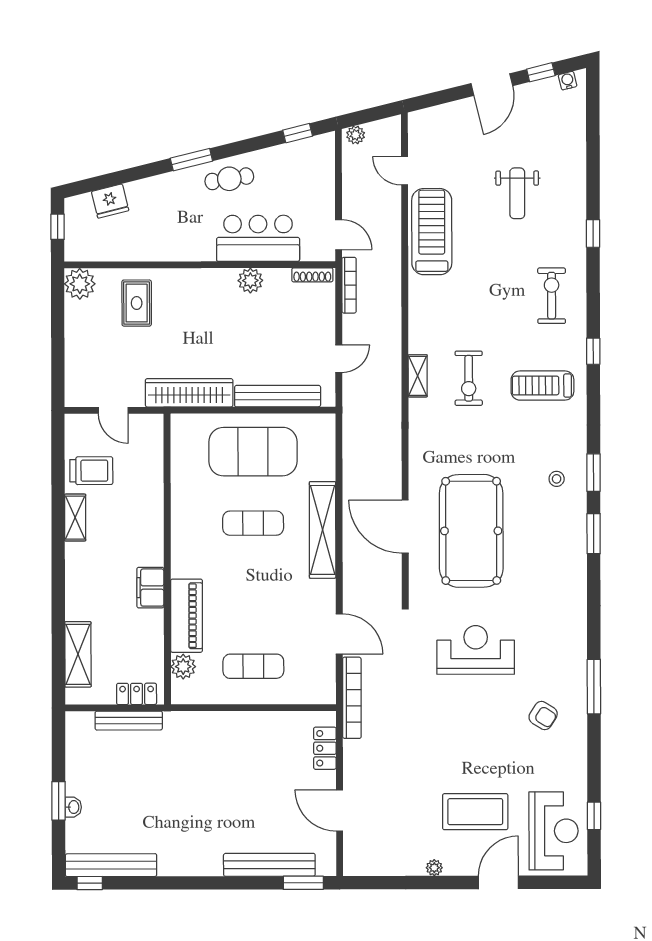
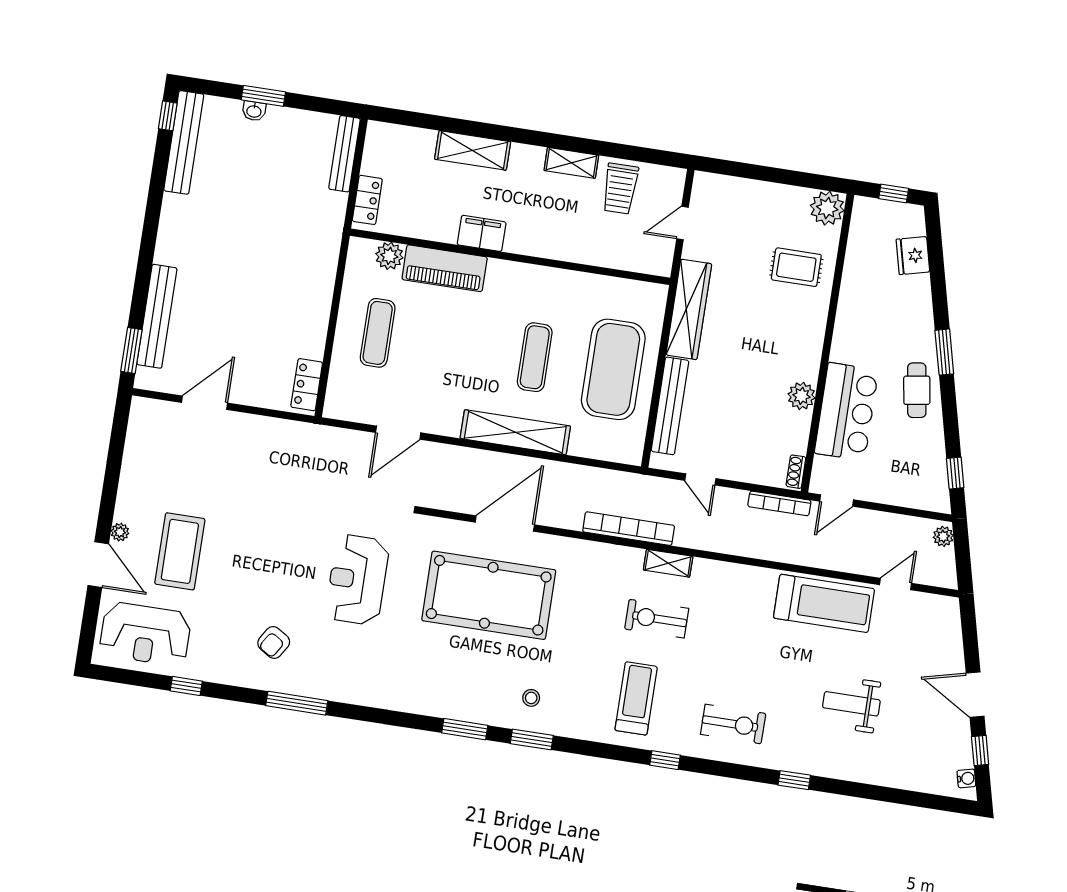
shoe rack: (312, 275) -> (796, 472), width x0.70
reception desk: (476, 650) -> (357, 580), turned 180
shelving: (78, 654) -> (473, 150), moved
bookcase: (352, 698) -> (629, 529), moved, turned 180
bench: (129, 721) -> (345, 154), moved
locker: (325, 748) -> (307, 385), moved, turned -90
window: (594, 816) -> (186, 686), moved
plant: (434, 868) -> (120, 532), moved

